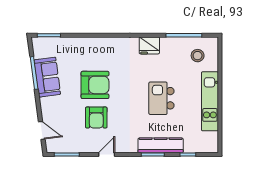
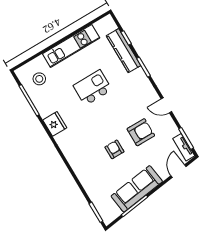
sofa: (47, 77) -> (137, 189), width x1.36
armchair: (95, 85) -> (114, 149), width x0.53, depth x0.53
kitchen island: (161, 98) -> (93, 88), turned 180
kitchen counter: (161, 145) -> (124, 51), moved
tv unit: (60, 148) -> (184, 147), added

